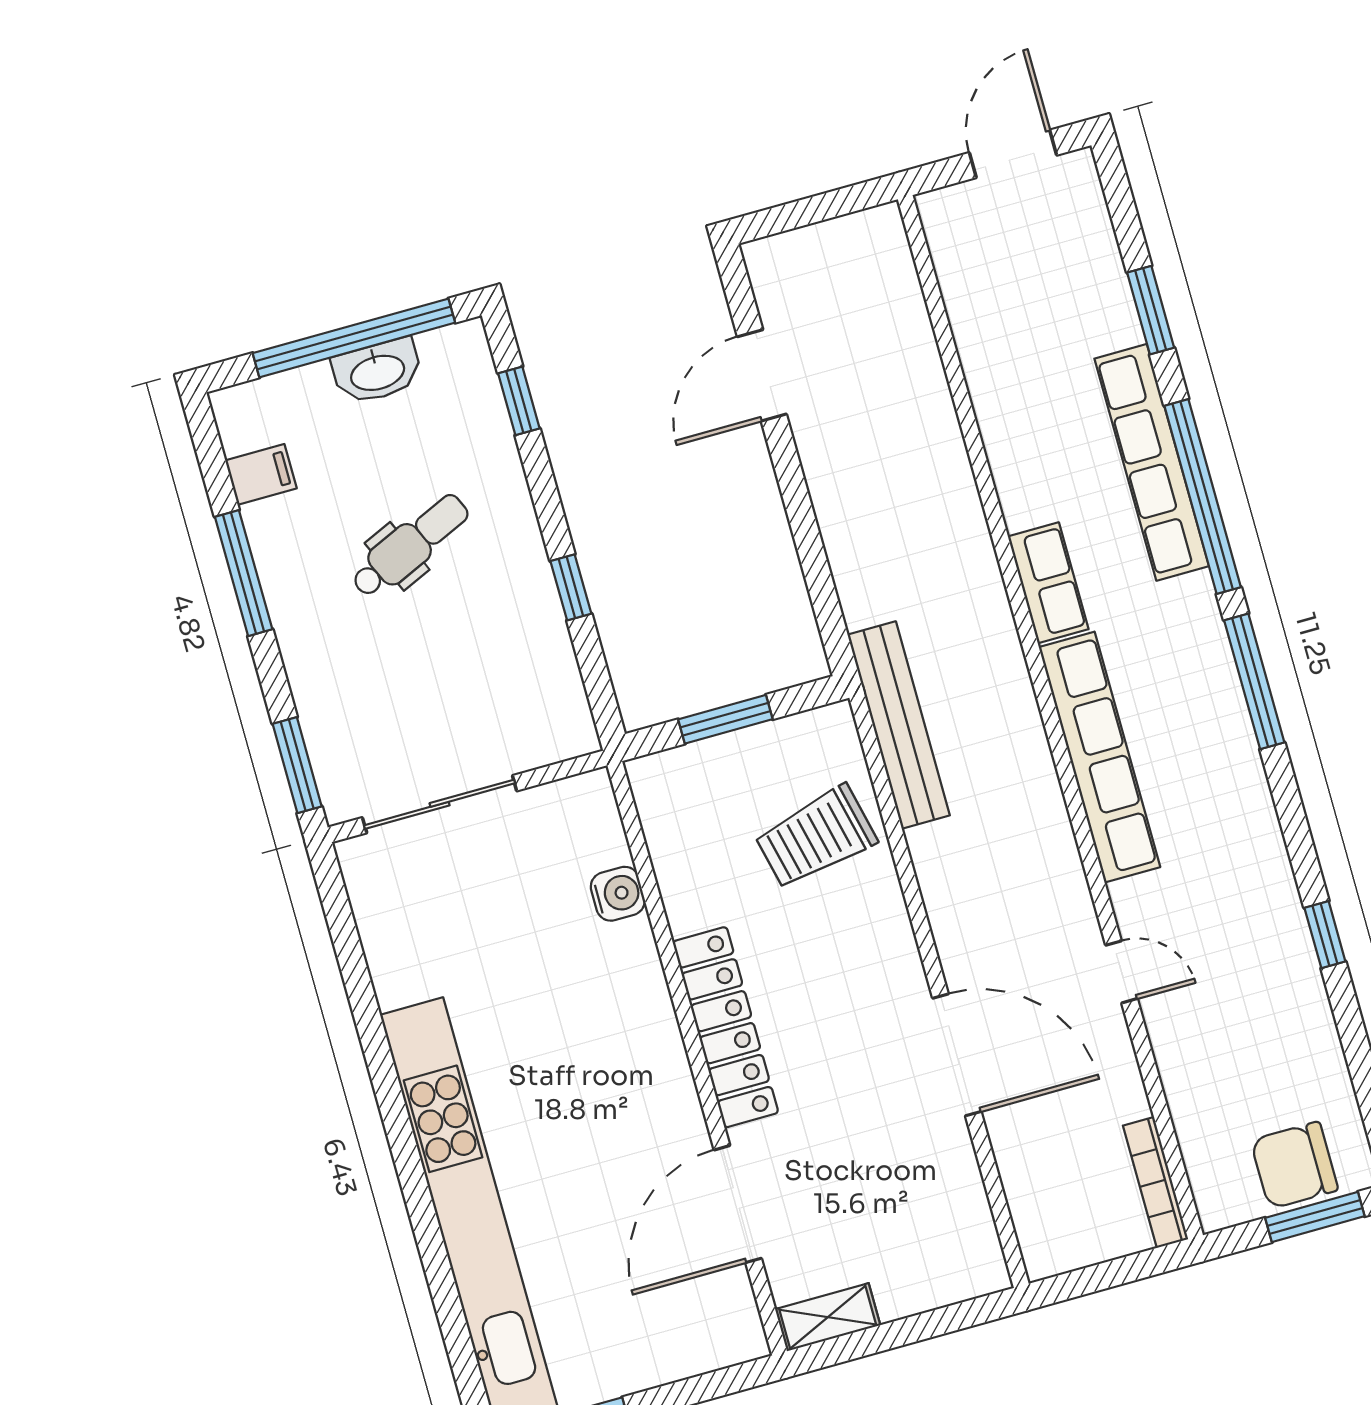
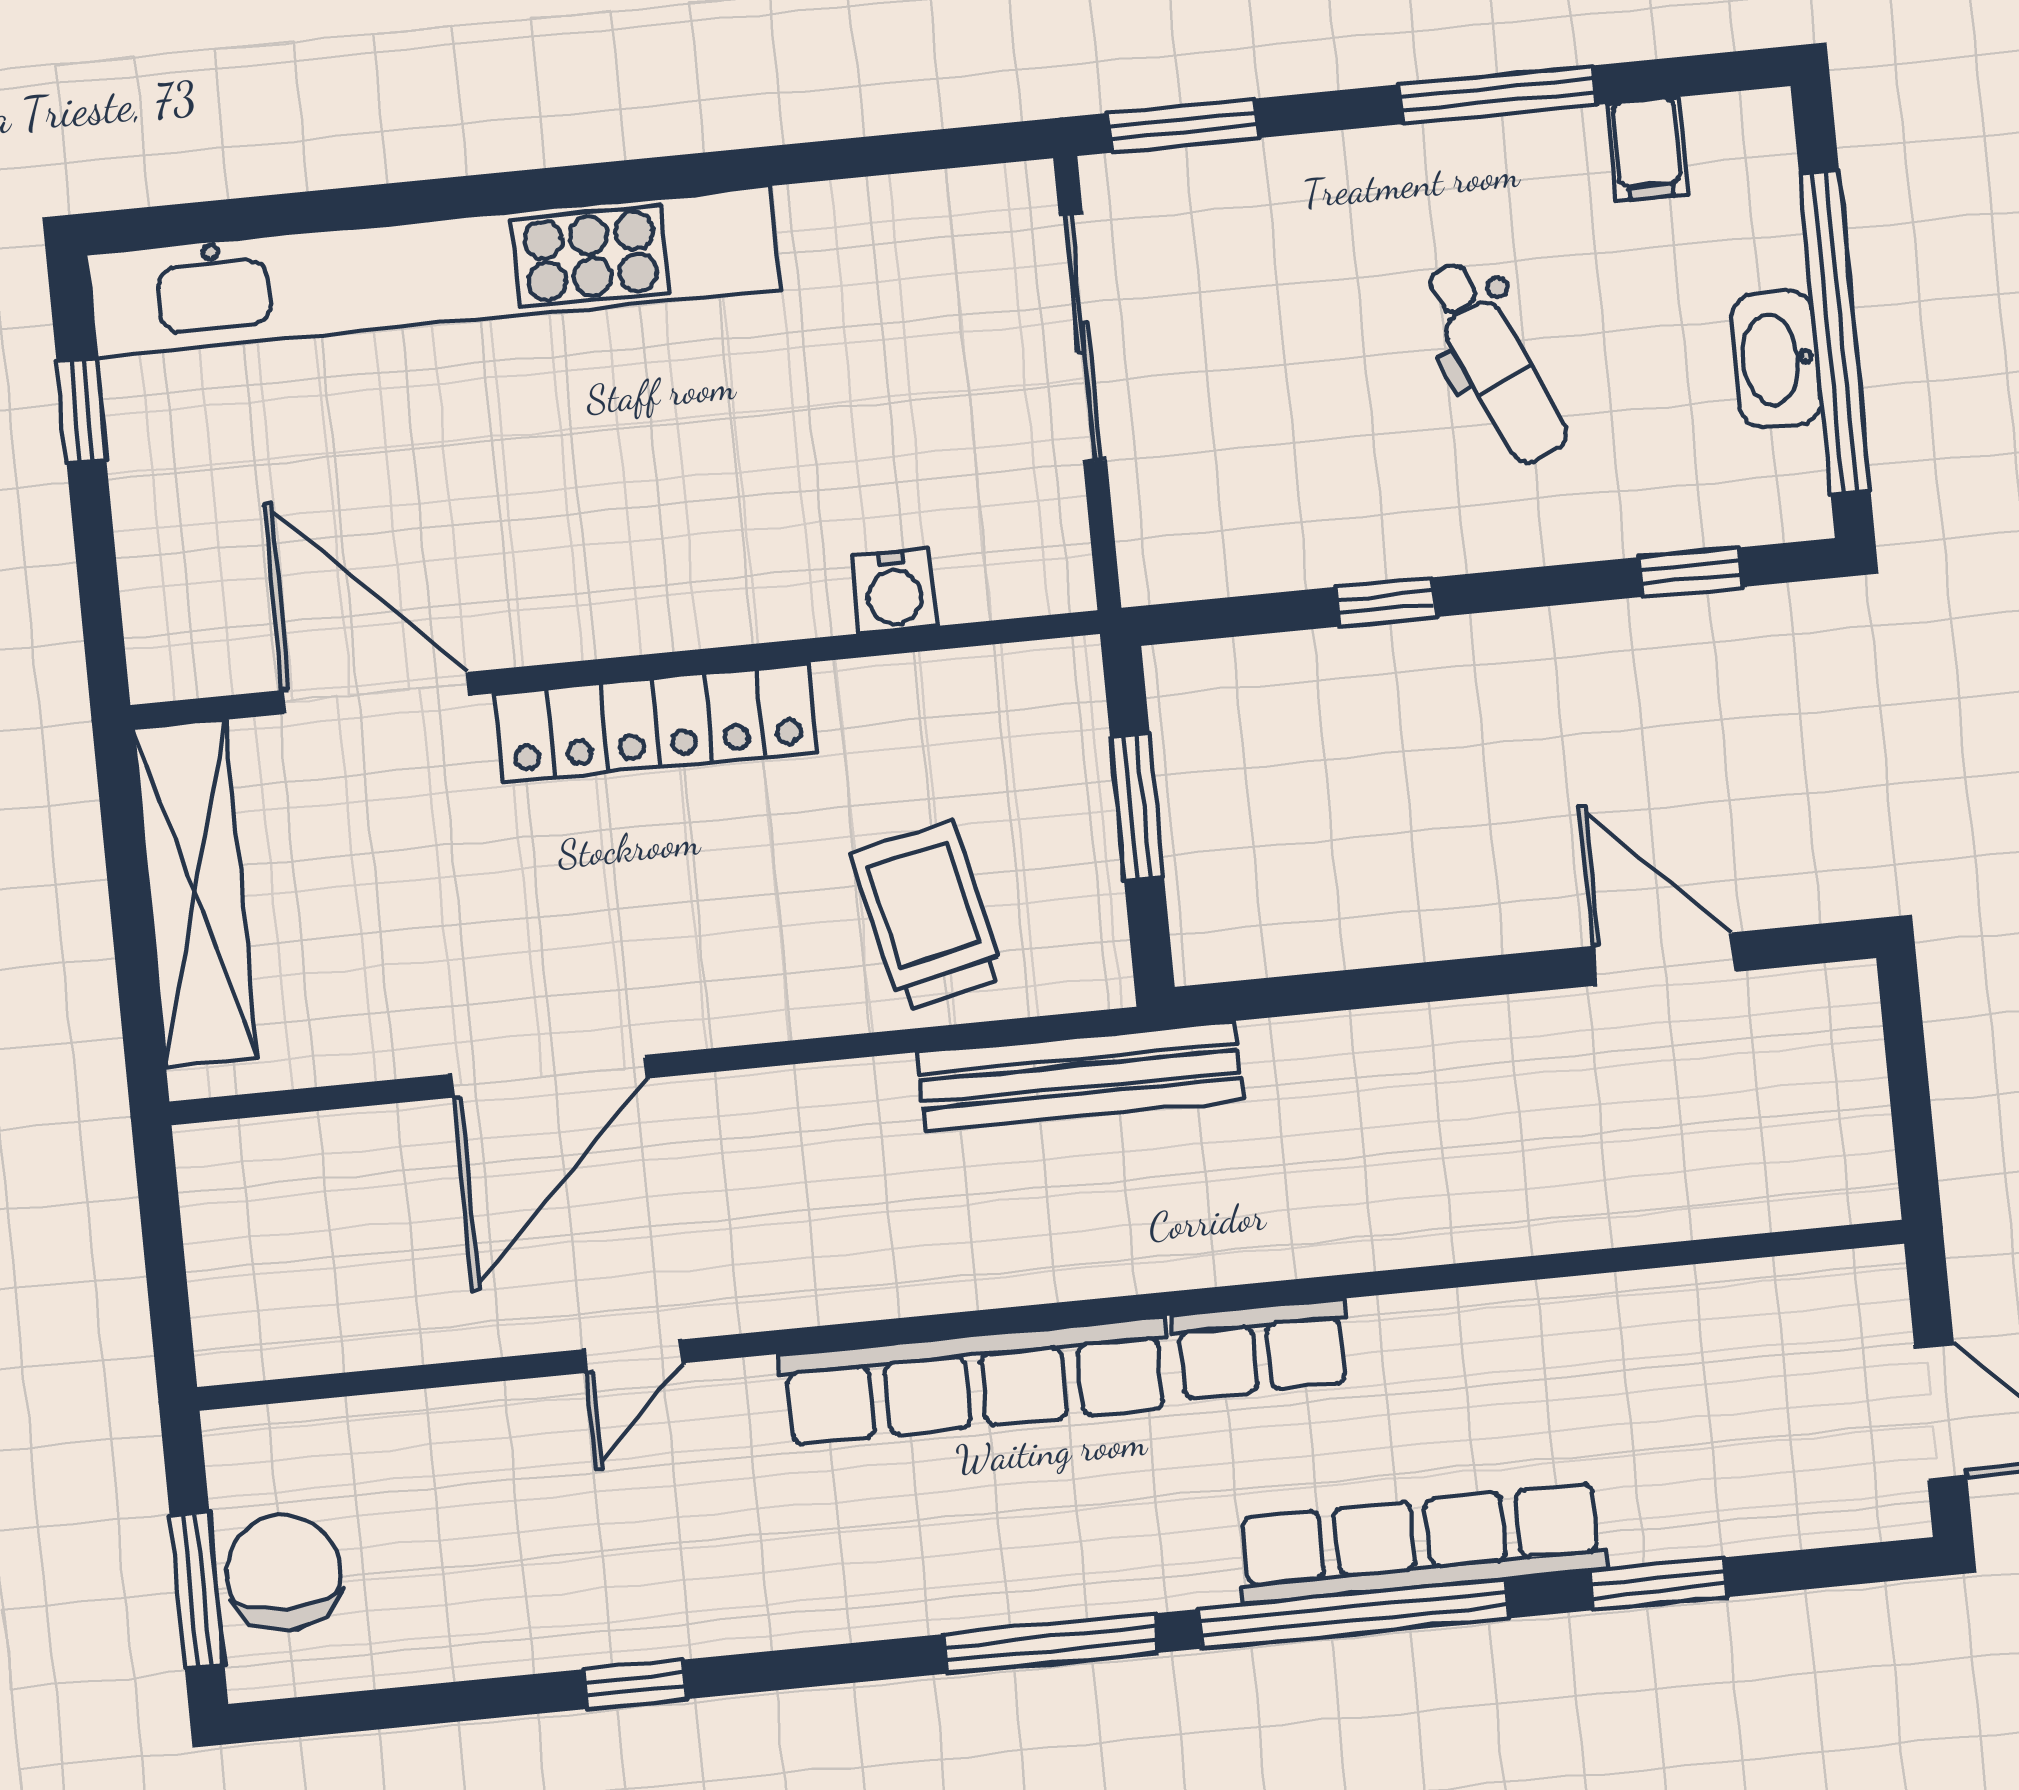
bookcase: (1156, 1182) -> (295, 1351), removed
shelving: (828, 1317) -> (195, 893), width x2.20, depth x1.33

